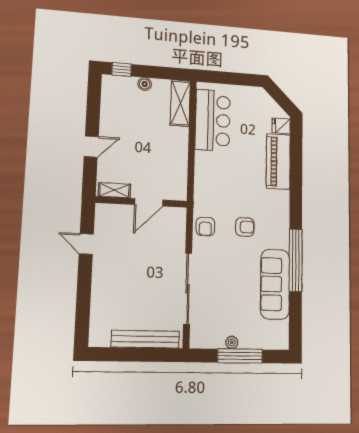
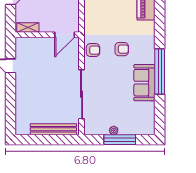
door: (149, 202) -> (65, 35), moved
armchair: (205, 227) -> (93, 50), turned -90
sofa: (275, 284) -> (144, 83), width x0.73

